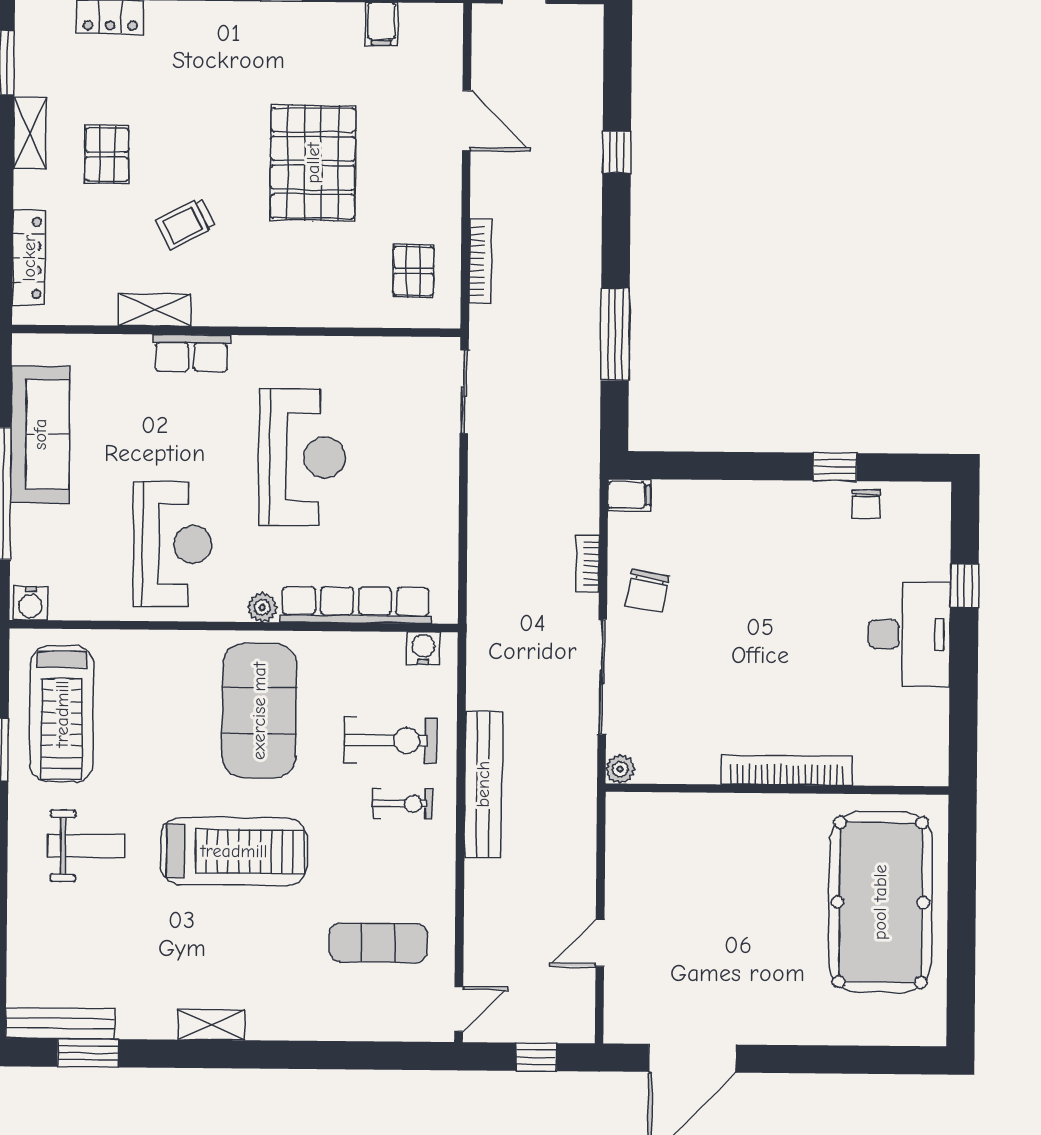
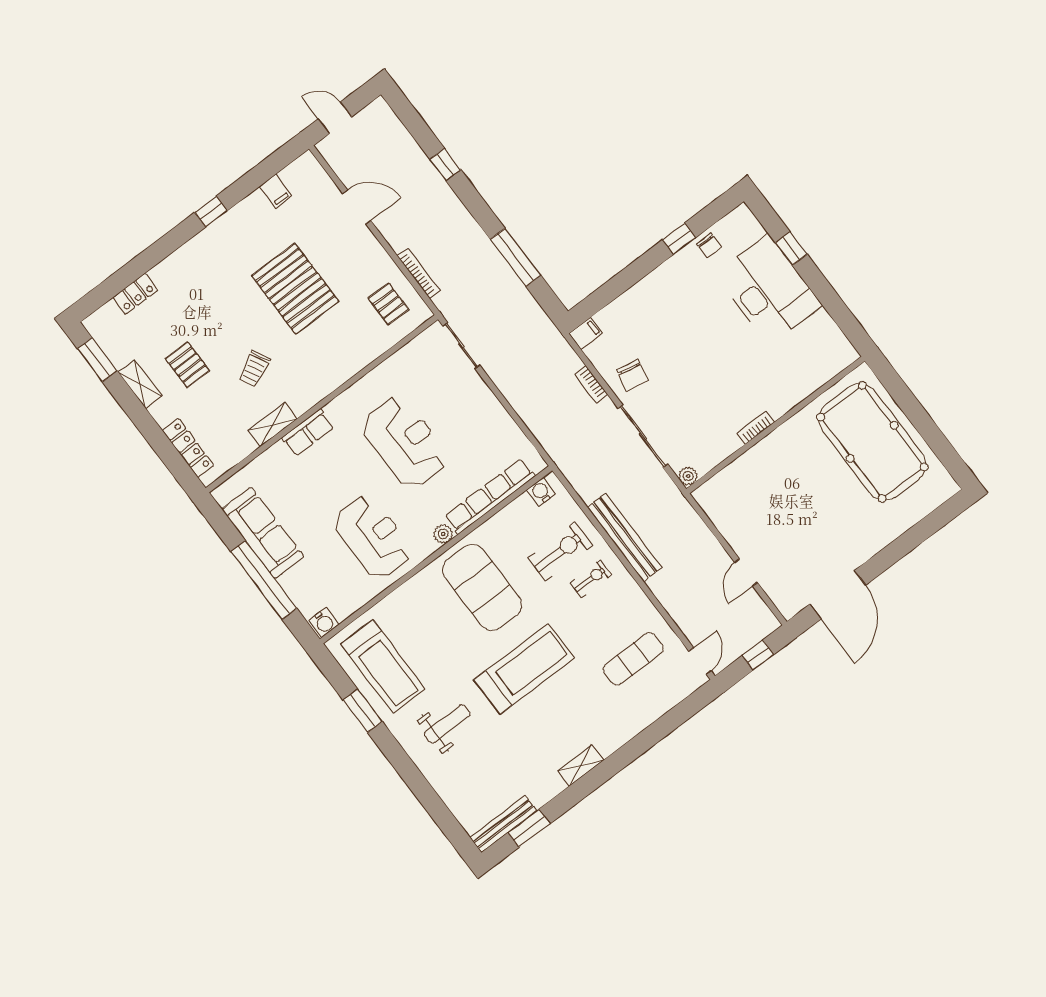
desk: (909, 634) -> (768, 290), width x1.36, depth x1.30
bookcase: (787, 770) -> (756, 428), width x0.43, depth x0.76

